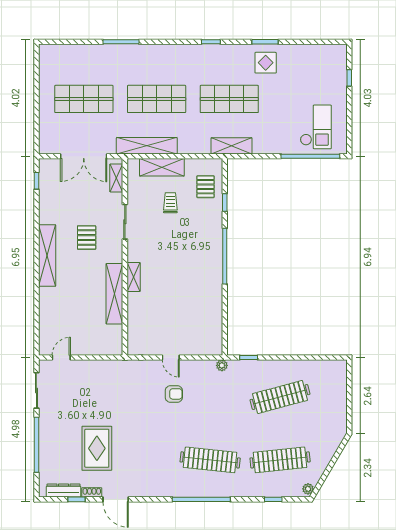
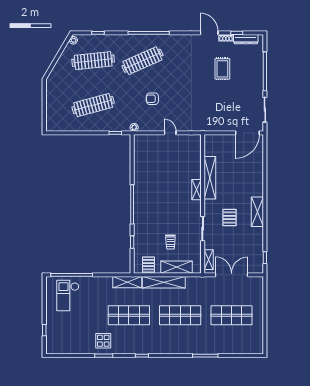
shelving: (147, 146) -> (164, 282), moved
pallet: (206, 187) -> (149, 265), moved
shelving: (47, 256) -> (257, 212), width x0.68
door: (61, 357) -> (247, 133), width x1.88
armchair: (174, 394) -> (152, 99), moved
rug: (97, 448) -> (222, 69), width x0.73, depth x0.70
clothes rail: (210, 460) -> (142, 61), turned -30

